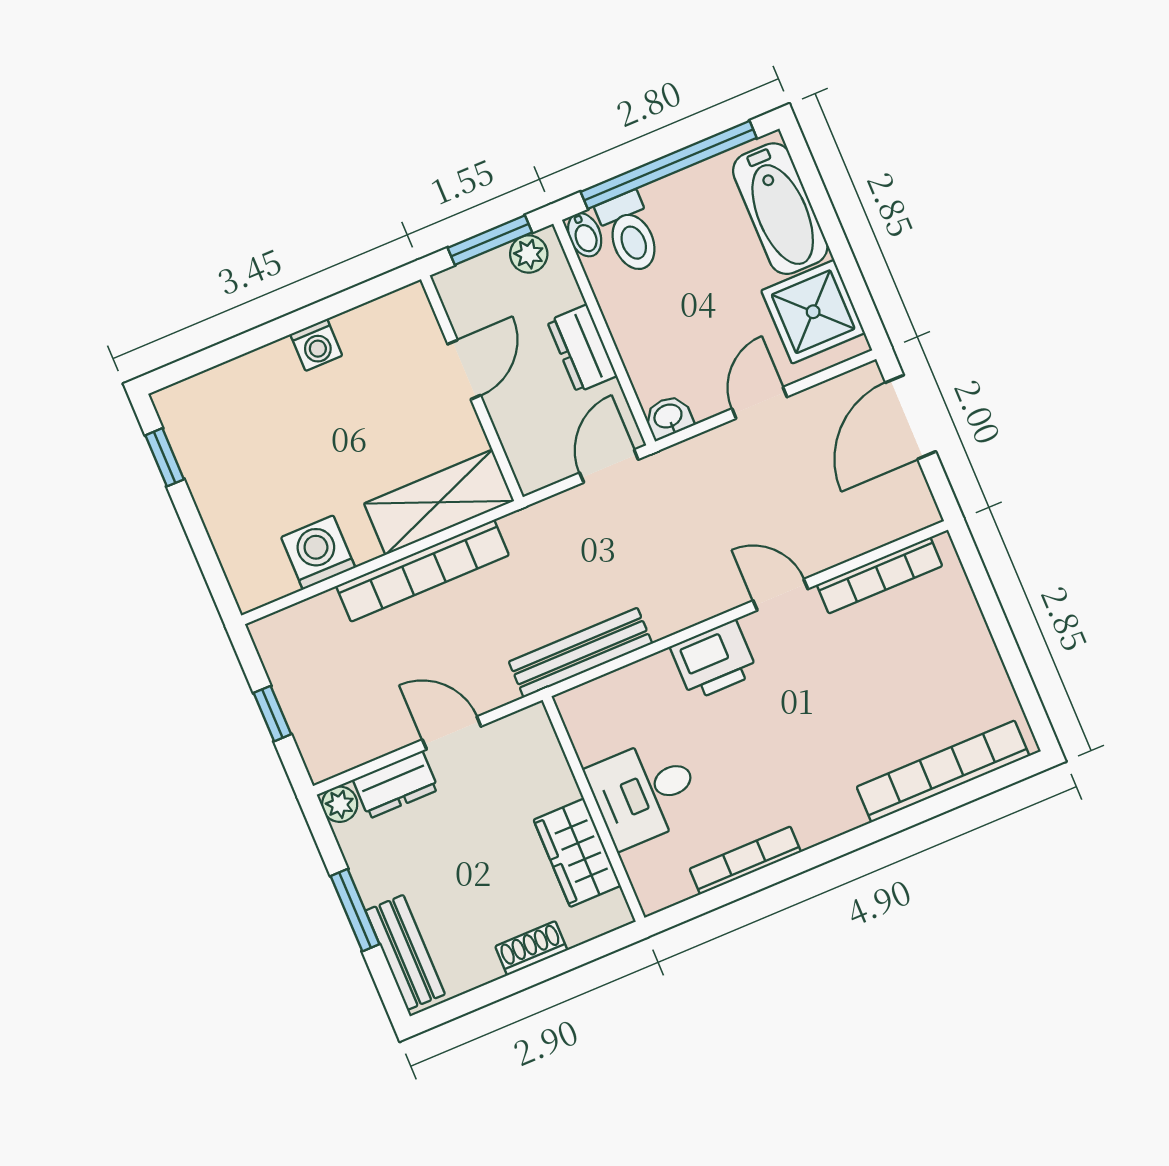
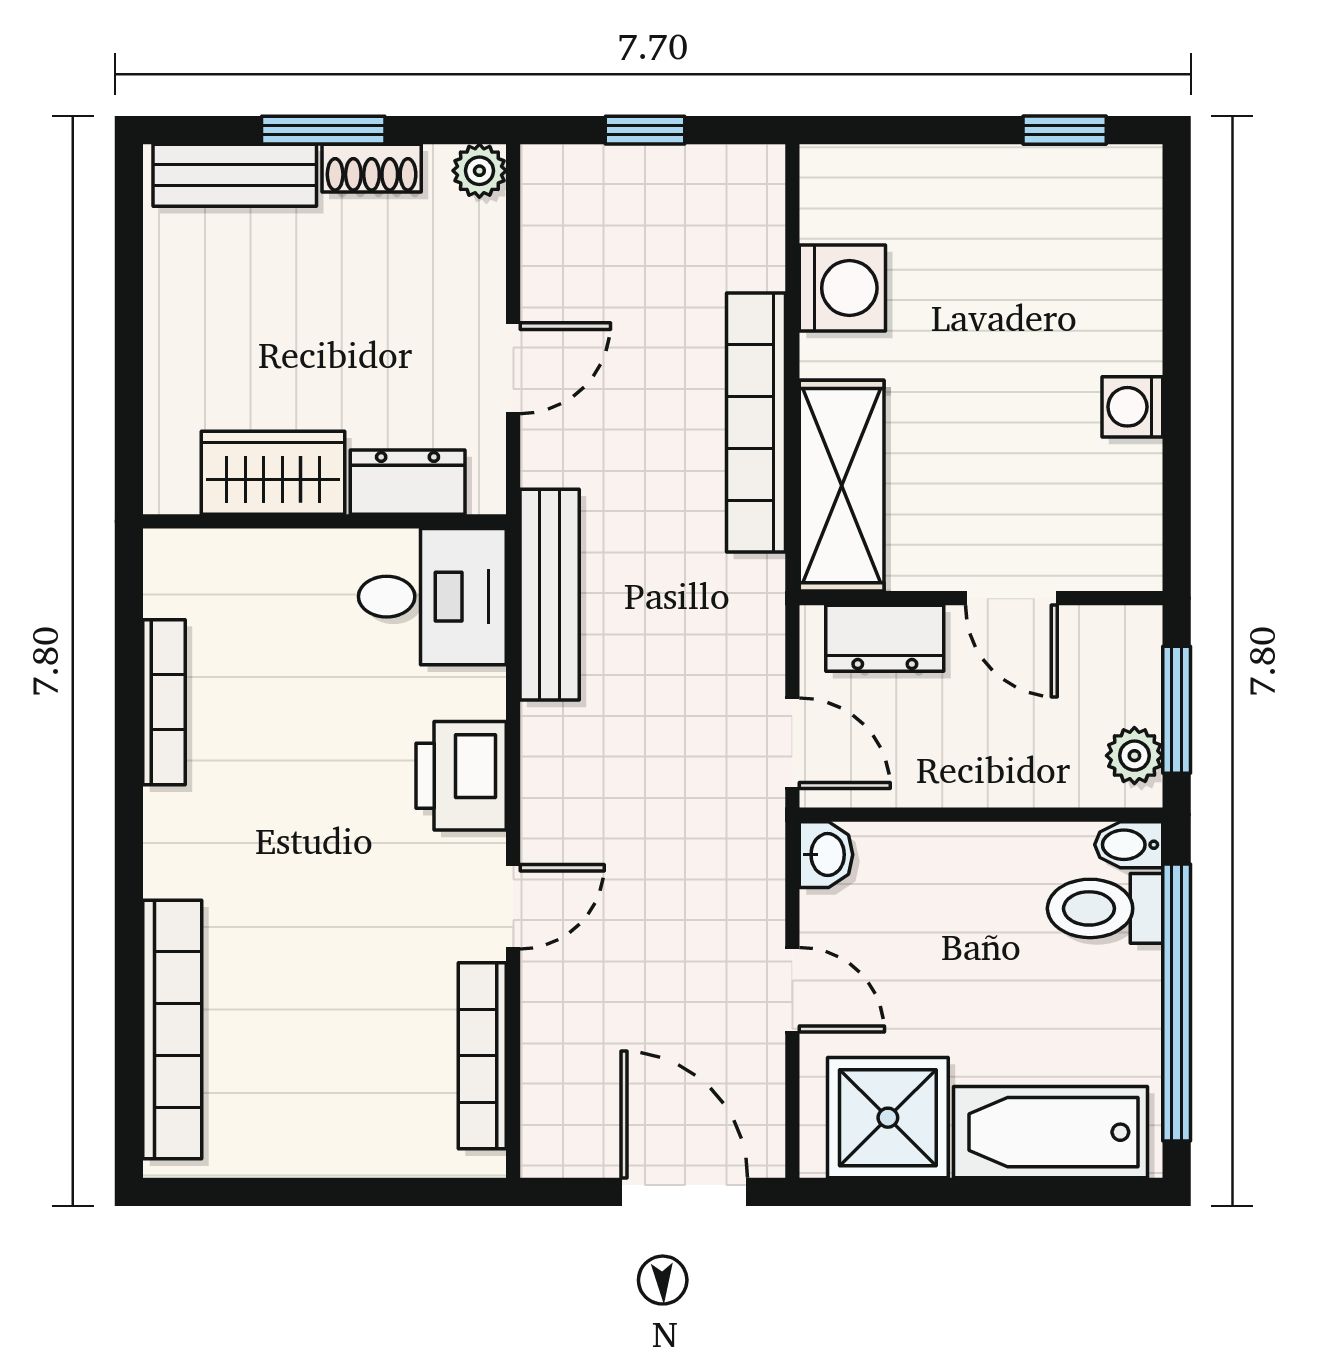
dresser: (582, 349) -> (885, 638), moved, turned 180
dresser: (396, 785) -> (408, 482), moved, turned 90
desk: (645, 792) -> (432, 597), moved, turned 90
shoe rack: (531, 948) -> (372, 168), moved, turned 90

